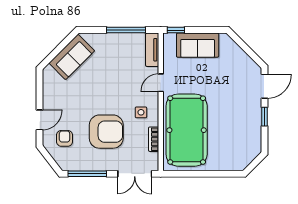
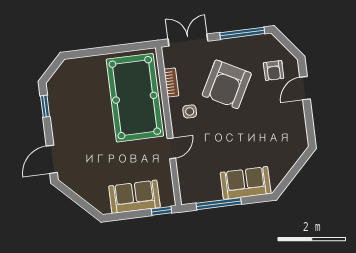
tv unit: (152, 50) -> (186, 185), removed
sofa: (72, 57) -> (246, 183), moved, turned 45
window: (265, 117) -> (45, 106), moved
armchair: (106, 132) -> (227, 84), turned -62

